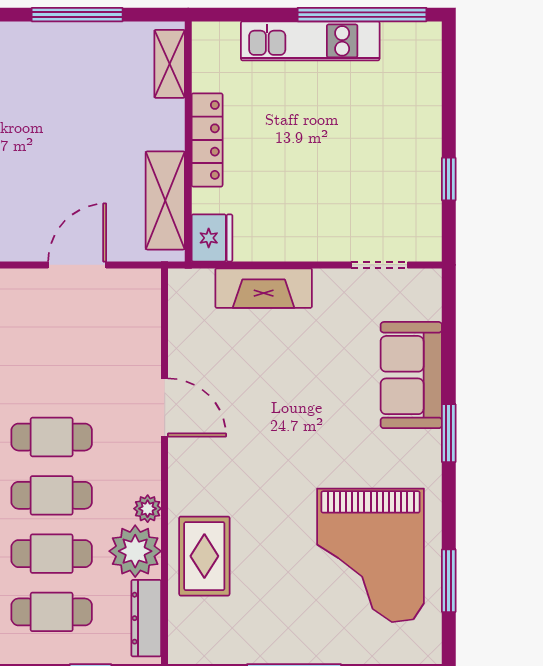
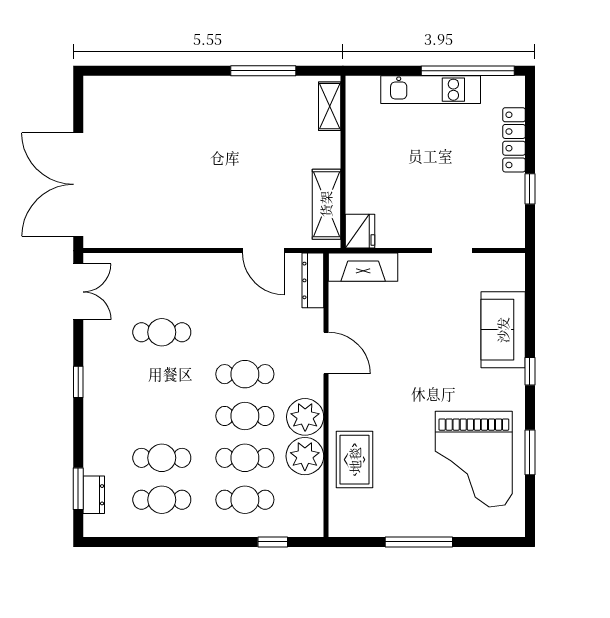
locker: (207, 140) -> (514, 140), moved, turned 180
door: (77, 265) -> (263, 251), swing flipped
doorway: (379, 265) -> (452, 251), moved
fireplace: (264, 288) -> (363, 267), moved
window: (449, 433) -> (530, 371), width x0.67
plant: (148, 509) -> (305, 417), width x1.88, depth x1.88
window: (449, 581) -> (530, 452), moved
dresser: (146, 618) -> (313, 280), moved

